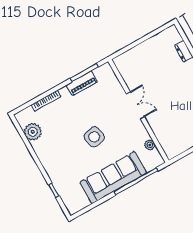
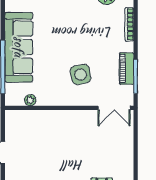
double door: (135, 105) -> (114, 108), moved
side table: (94, 137) -> (81, 74), moved

